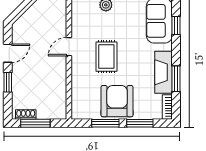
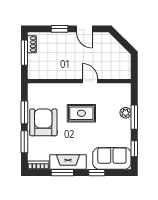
window: (176, 25) -> (97, 173), moved
armchair: (117, 101) -> (43, 122), turned -90

